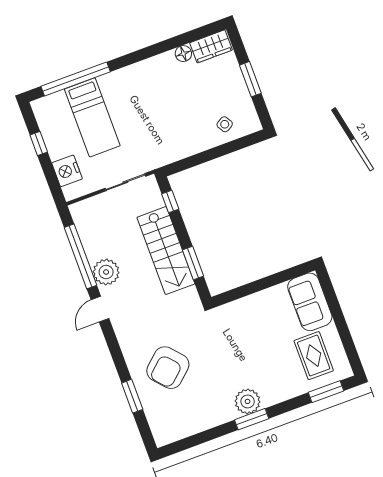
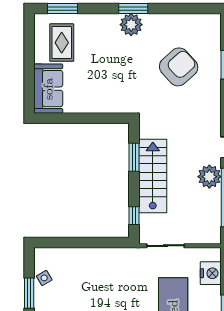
side table: (225, 124) -> (44, 278), moved
armchair: (168, 368) -> (179, 67), moved

